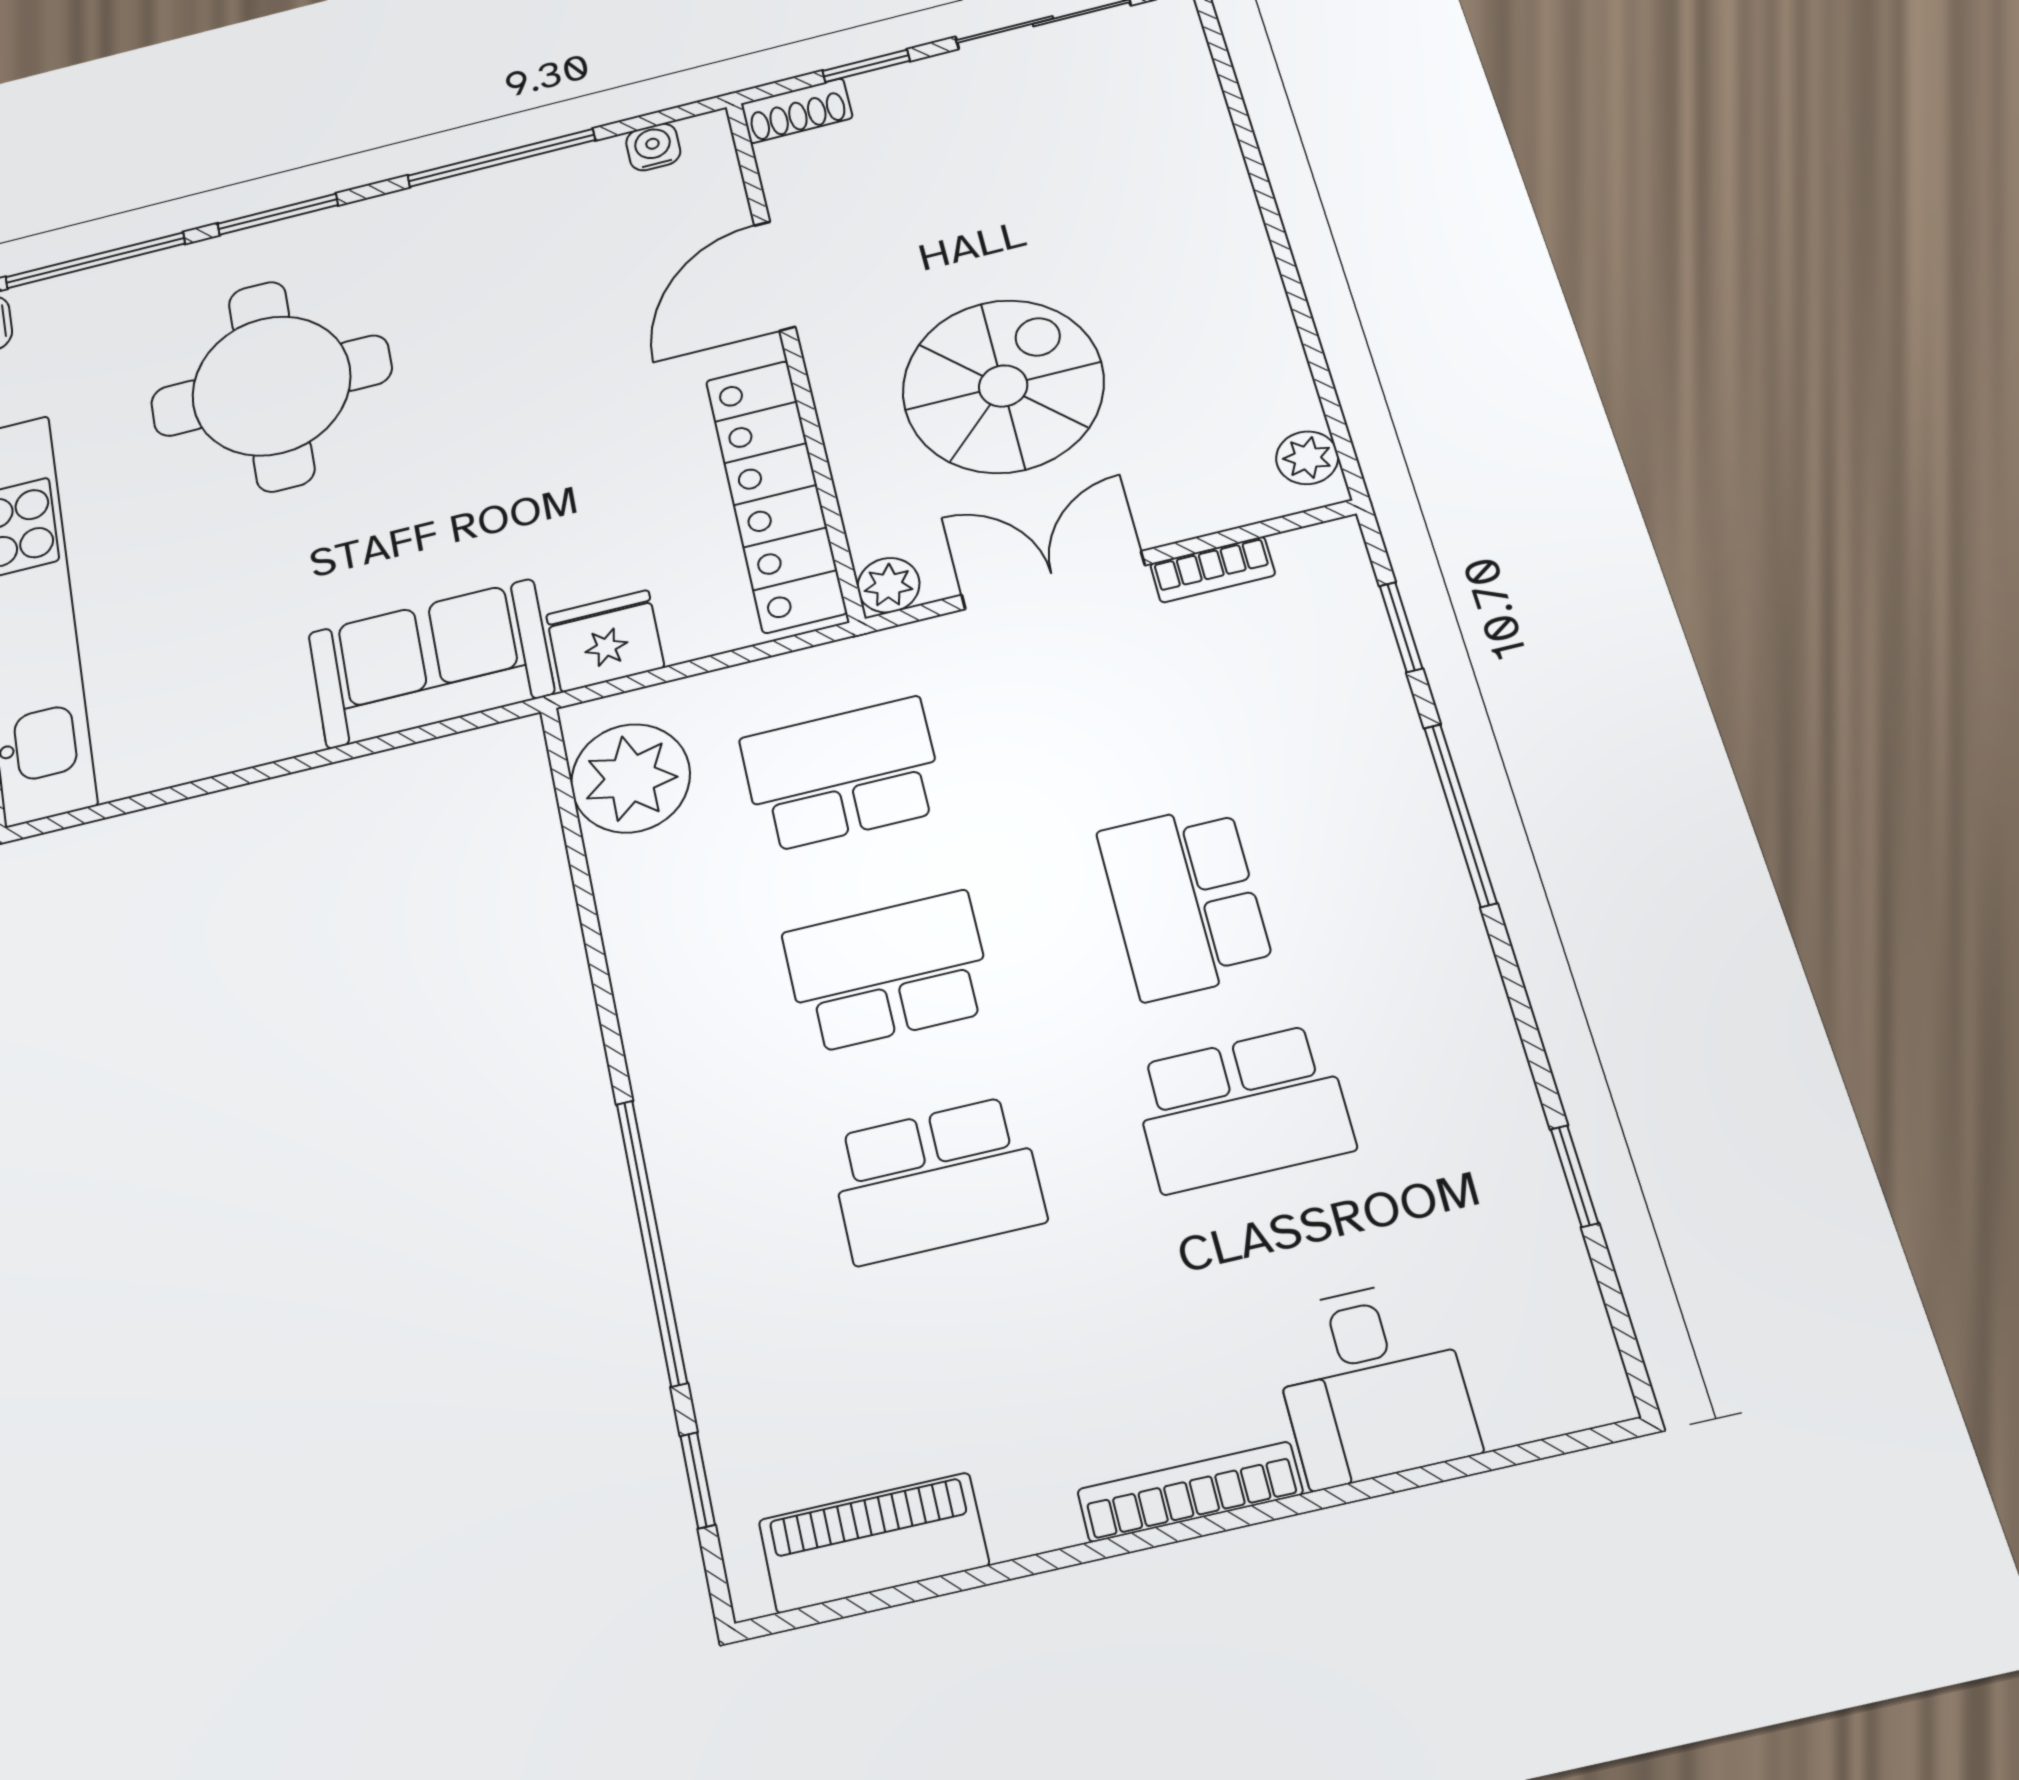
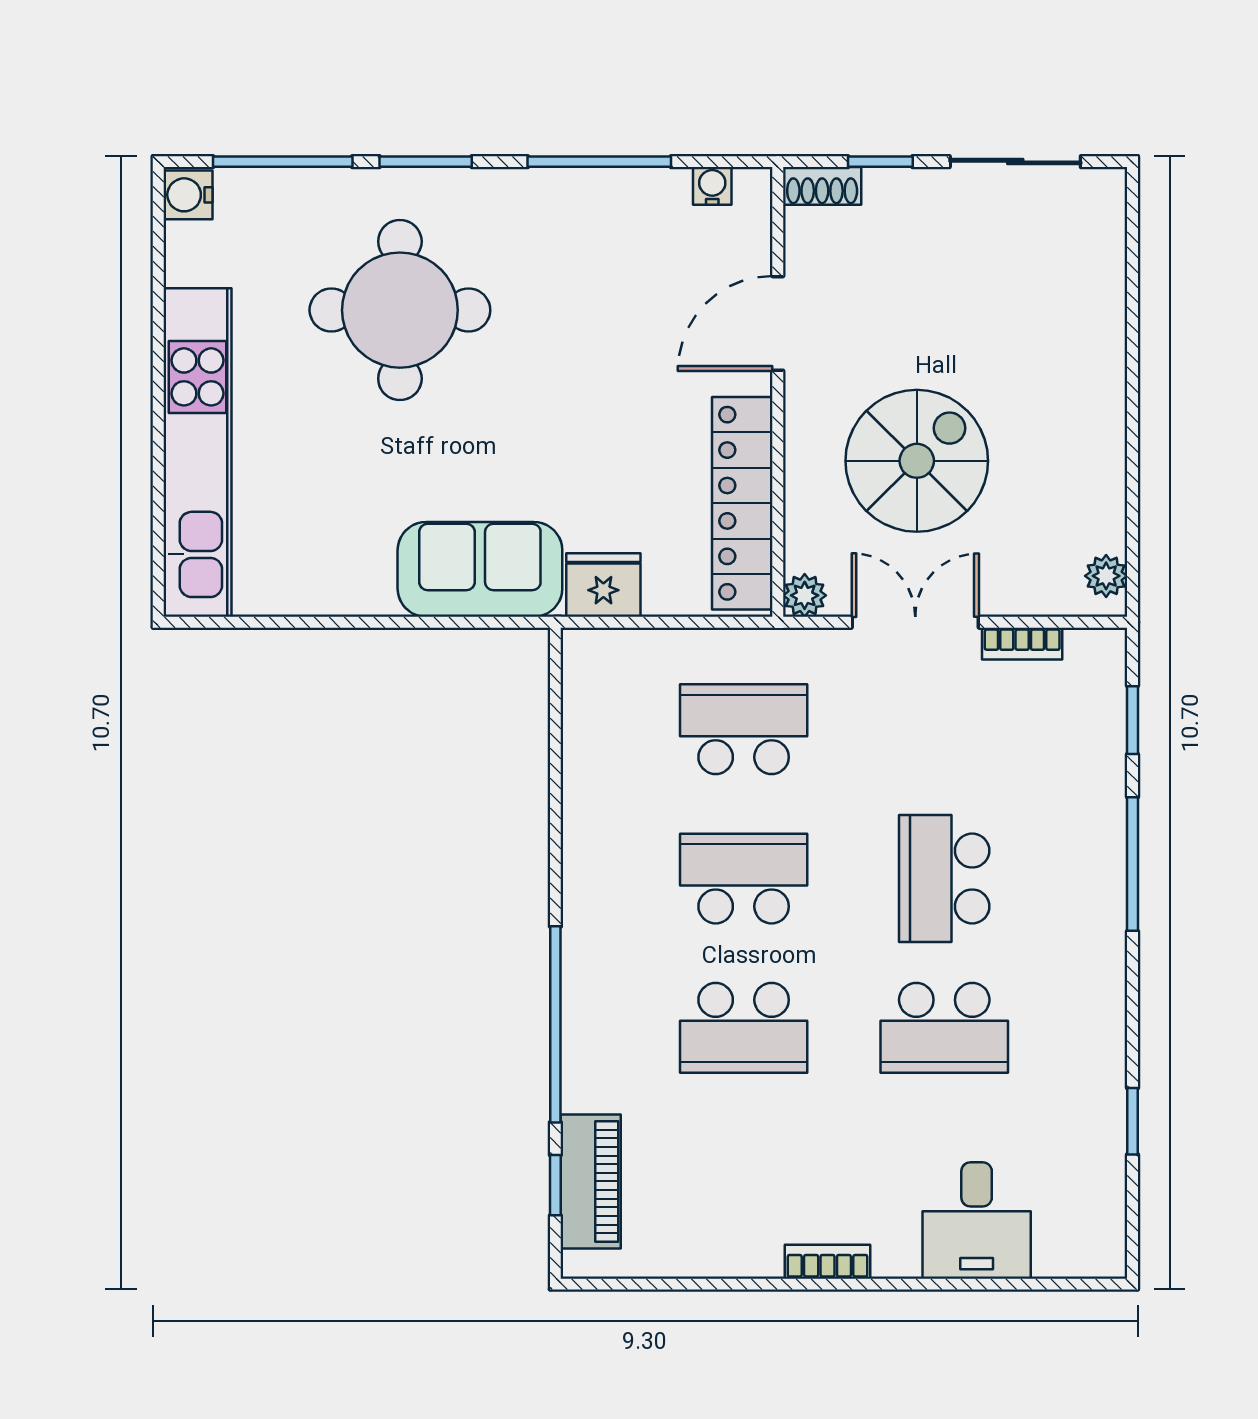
plant: (631, 778) -> (602, 694), removed
bookcase: (1190, 1492) -> (828, 1262), width x0.64
piano: (873, 1543) -> (591, 1181), moved, turned 90

